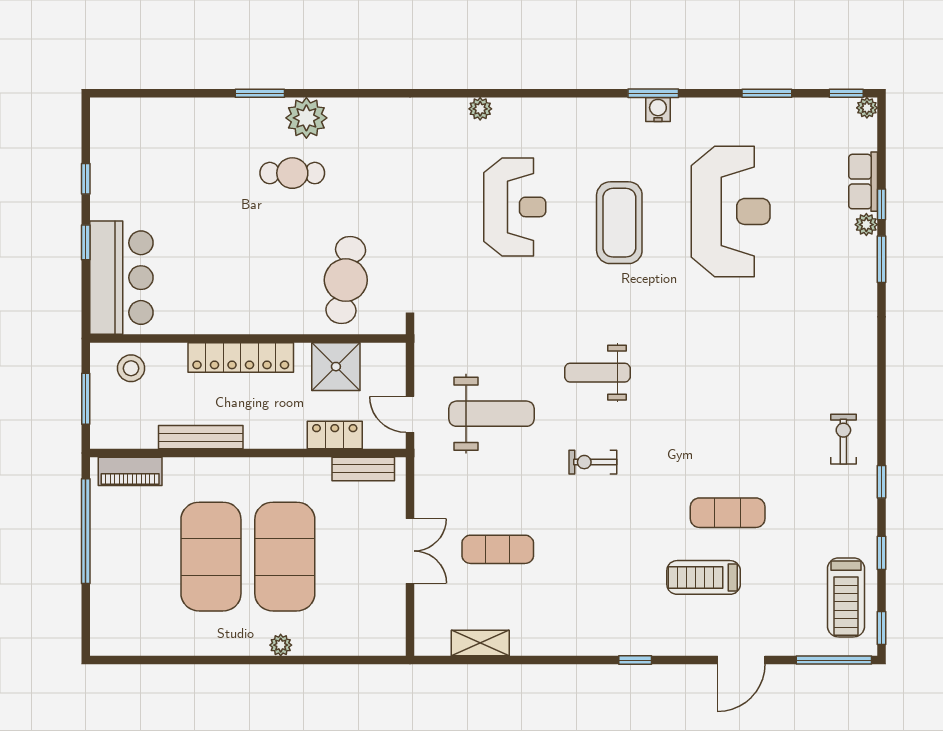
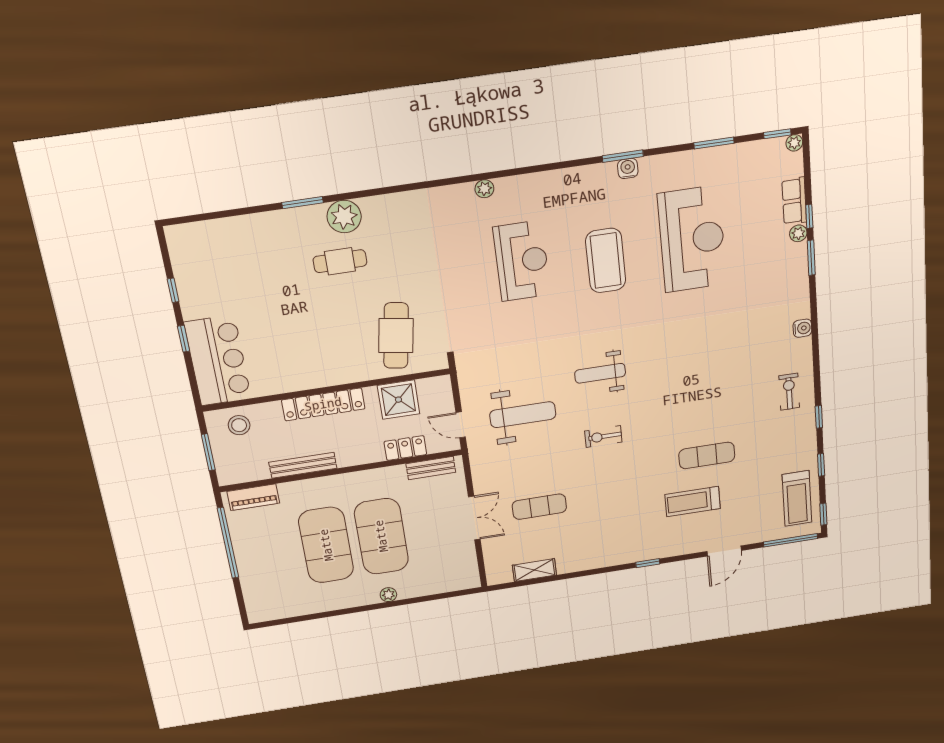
water cooler: (865, 353) -> (802, 328), added

